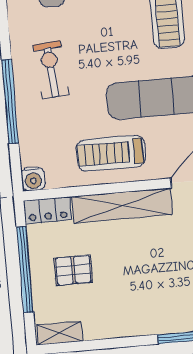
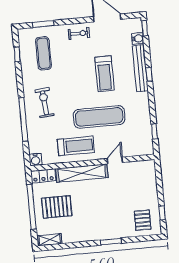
treadmill: (111, 153) -> (76, 146), turned 180
pallet: (73, 270) -> (57, 207), width x1.50, depth x1.42

